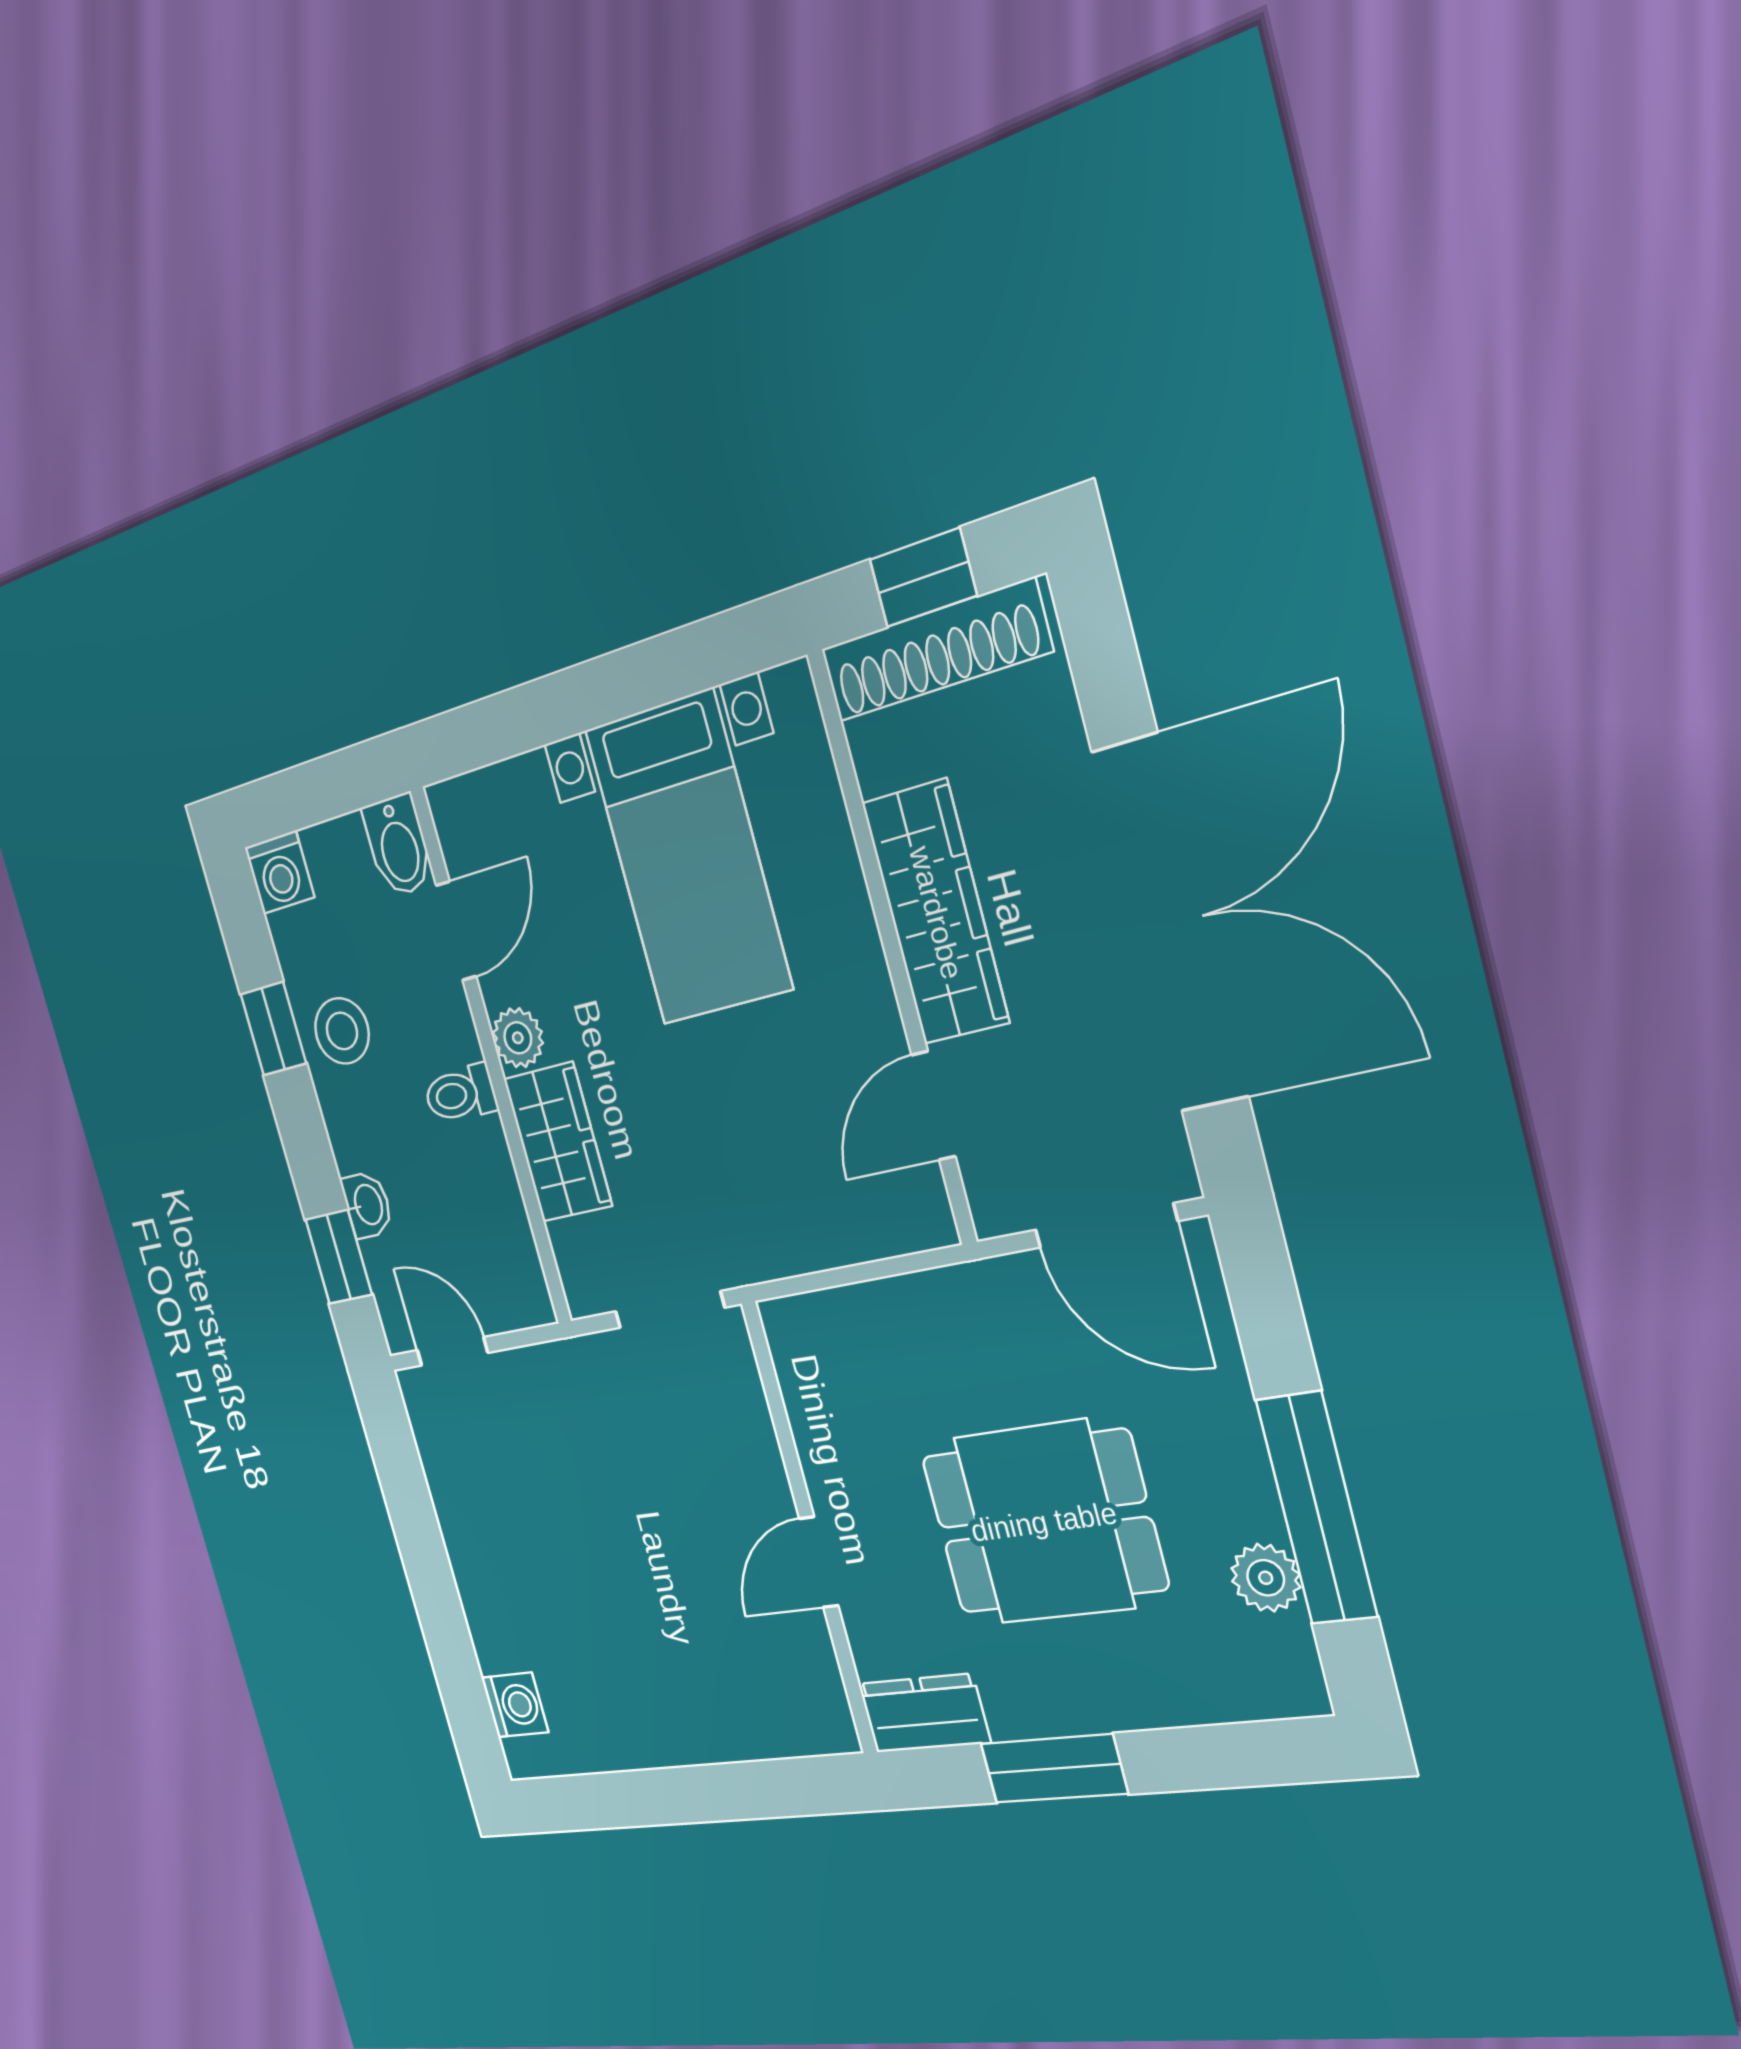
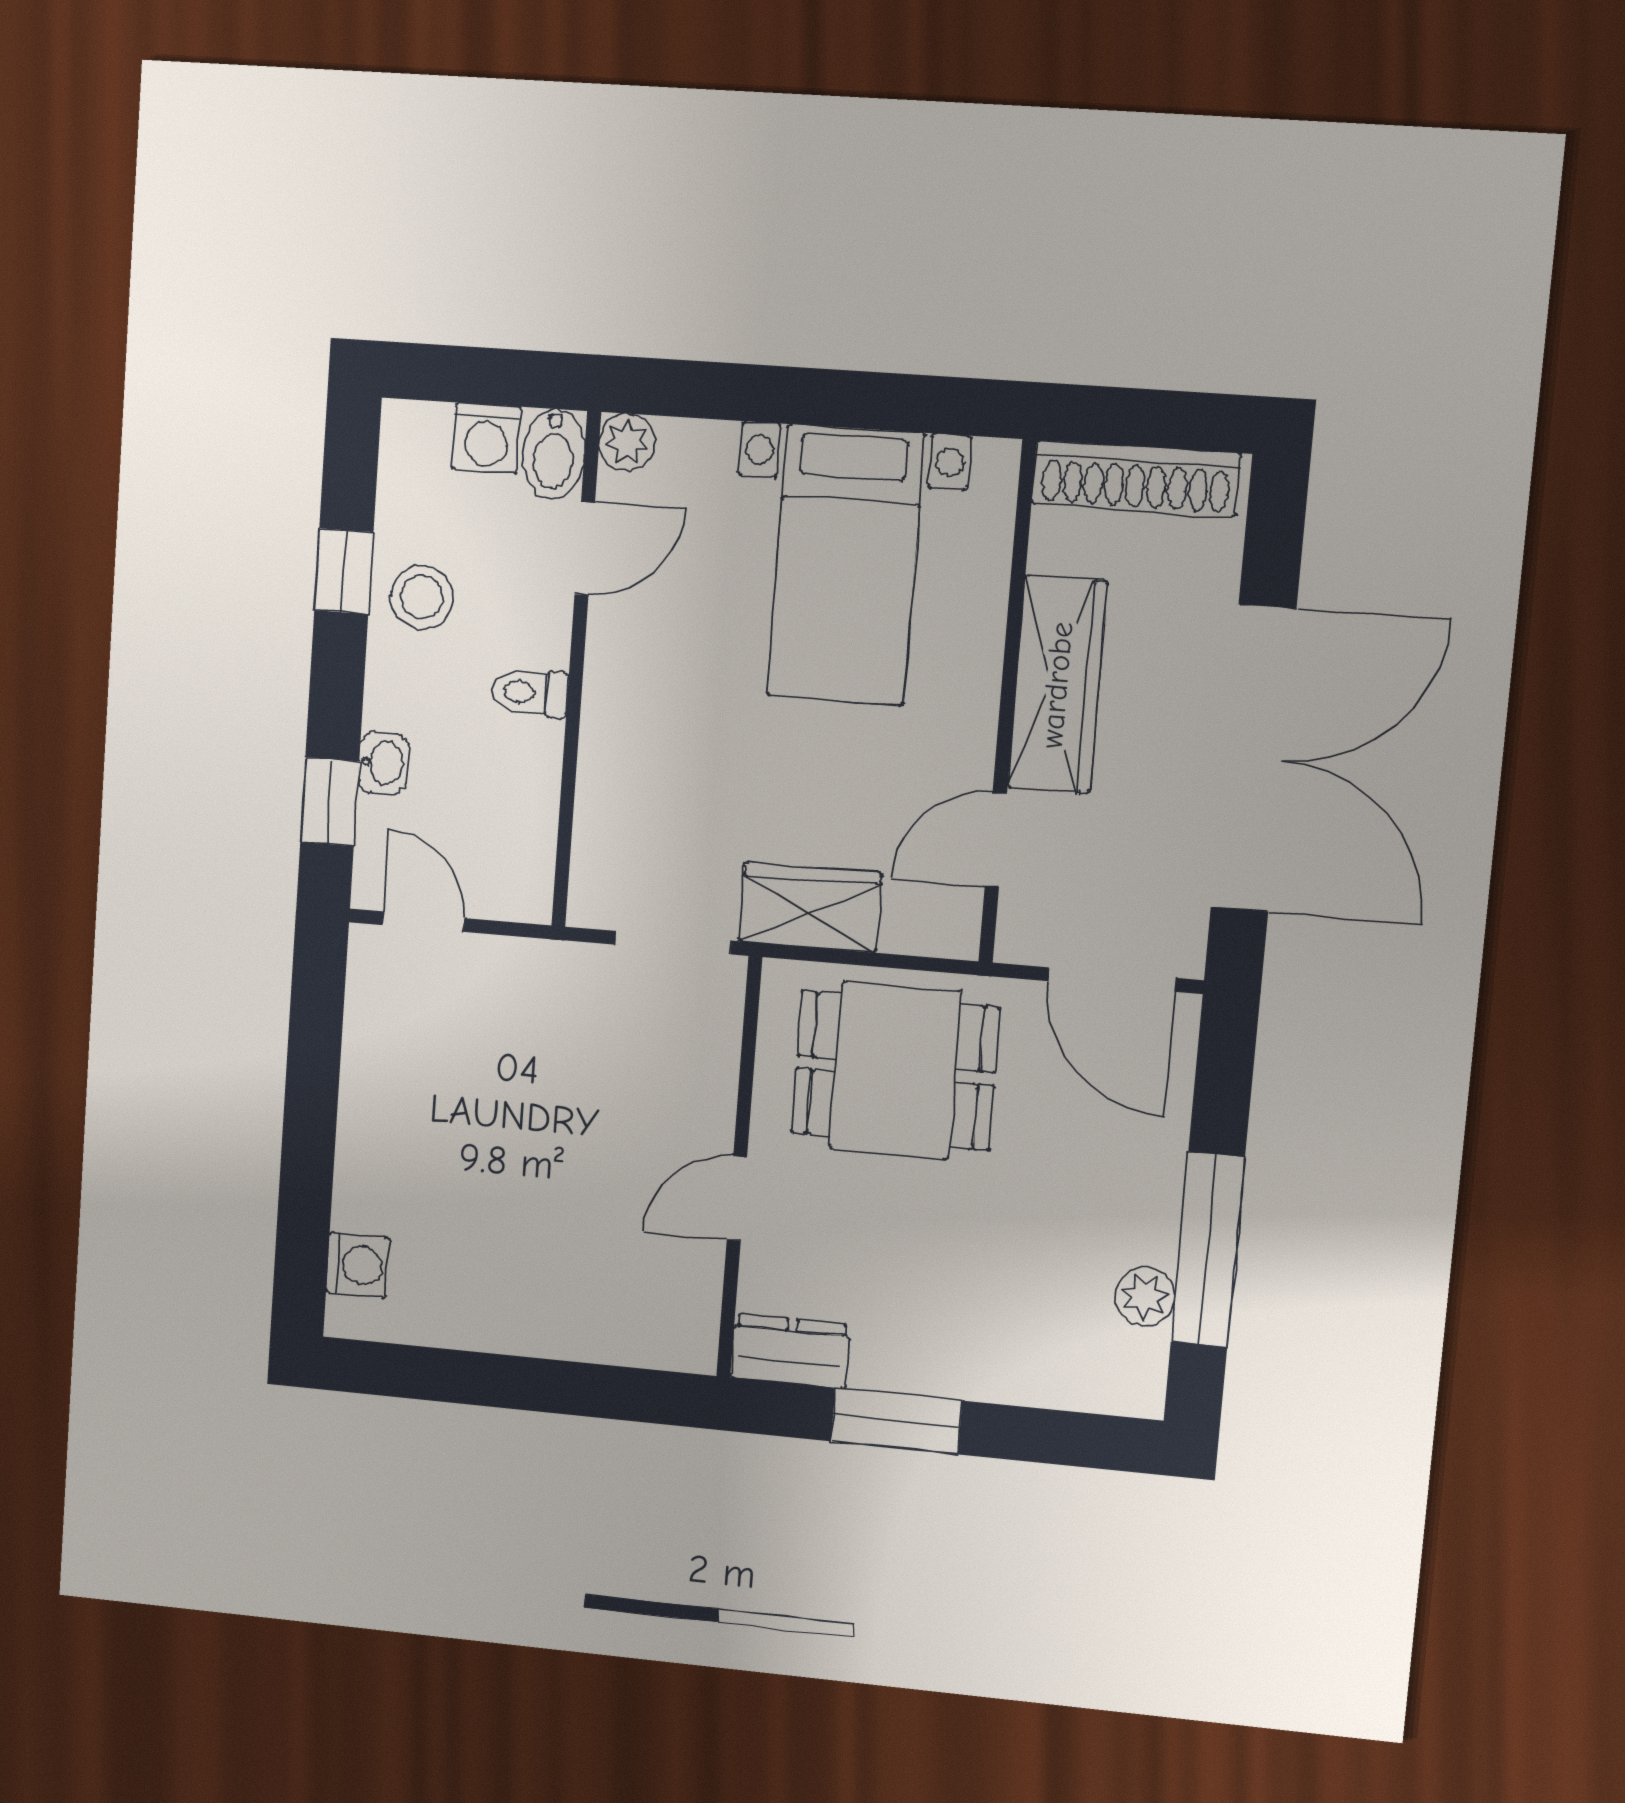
window: (923, 578) -> (1147, 418), removed
washing machine: (279, 872) -> (486, 438), moved
plant: (518, 1038) -> (627, 442), moved
wardrobe: (558, 1142) -> (810, 907), moved, turned -90
dining table: (1044, 1522) -> (895, 1070), moved

